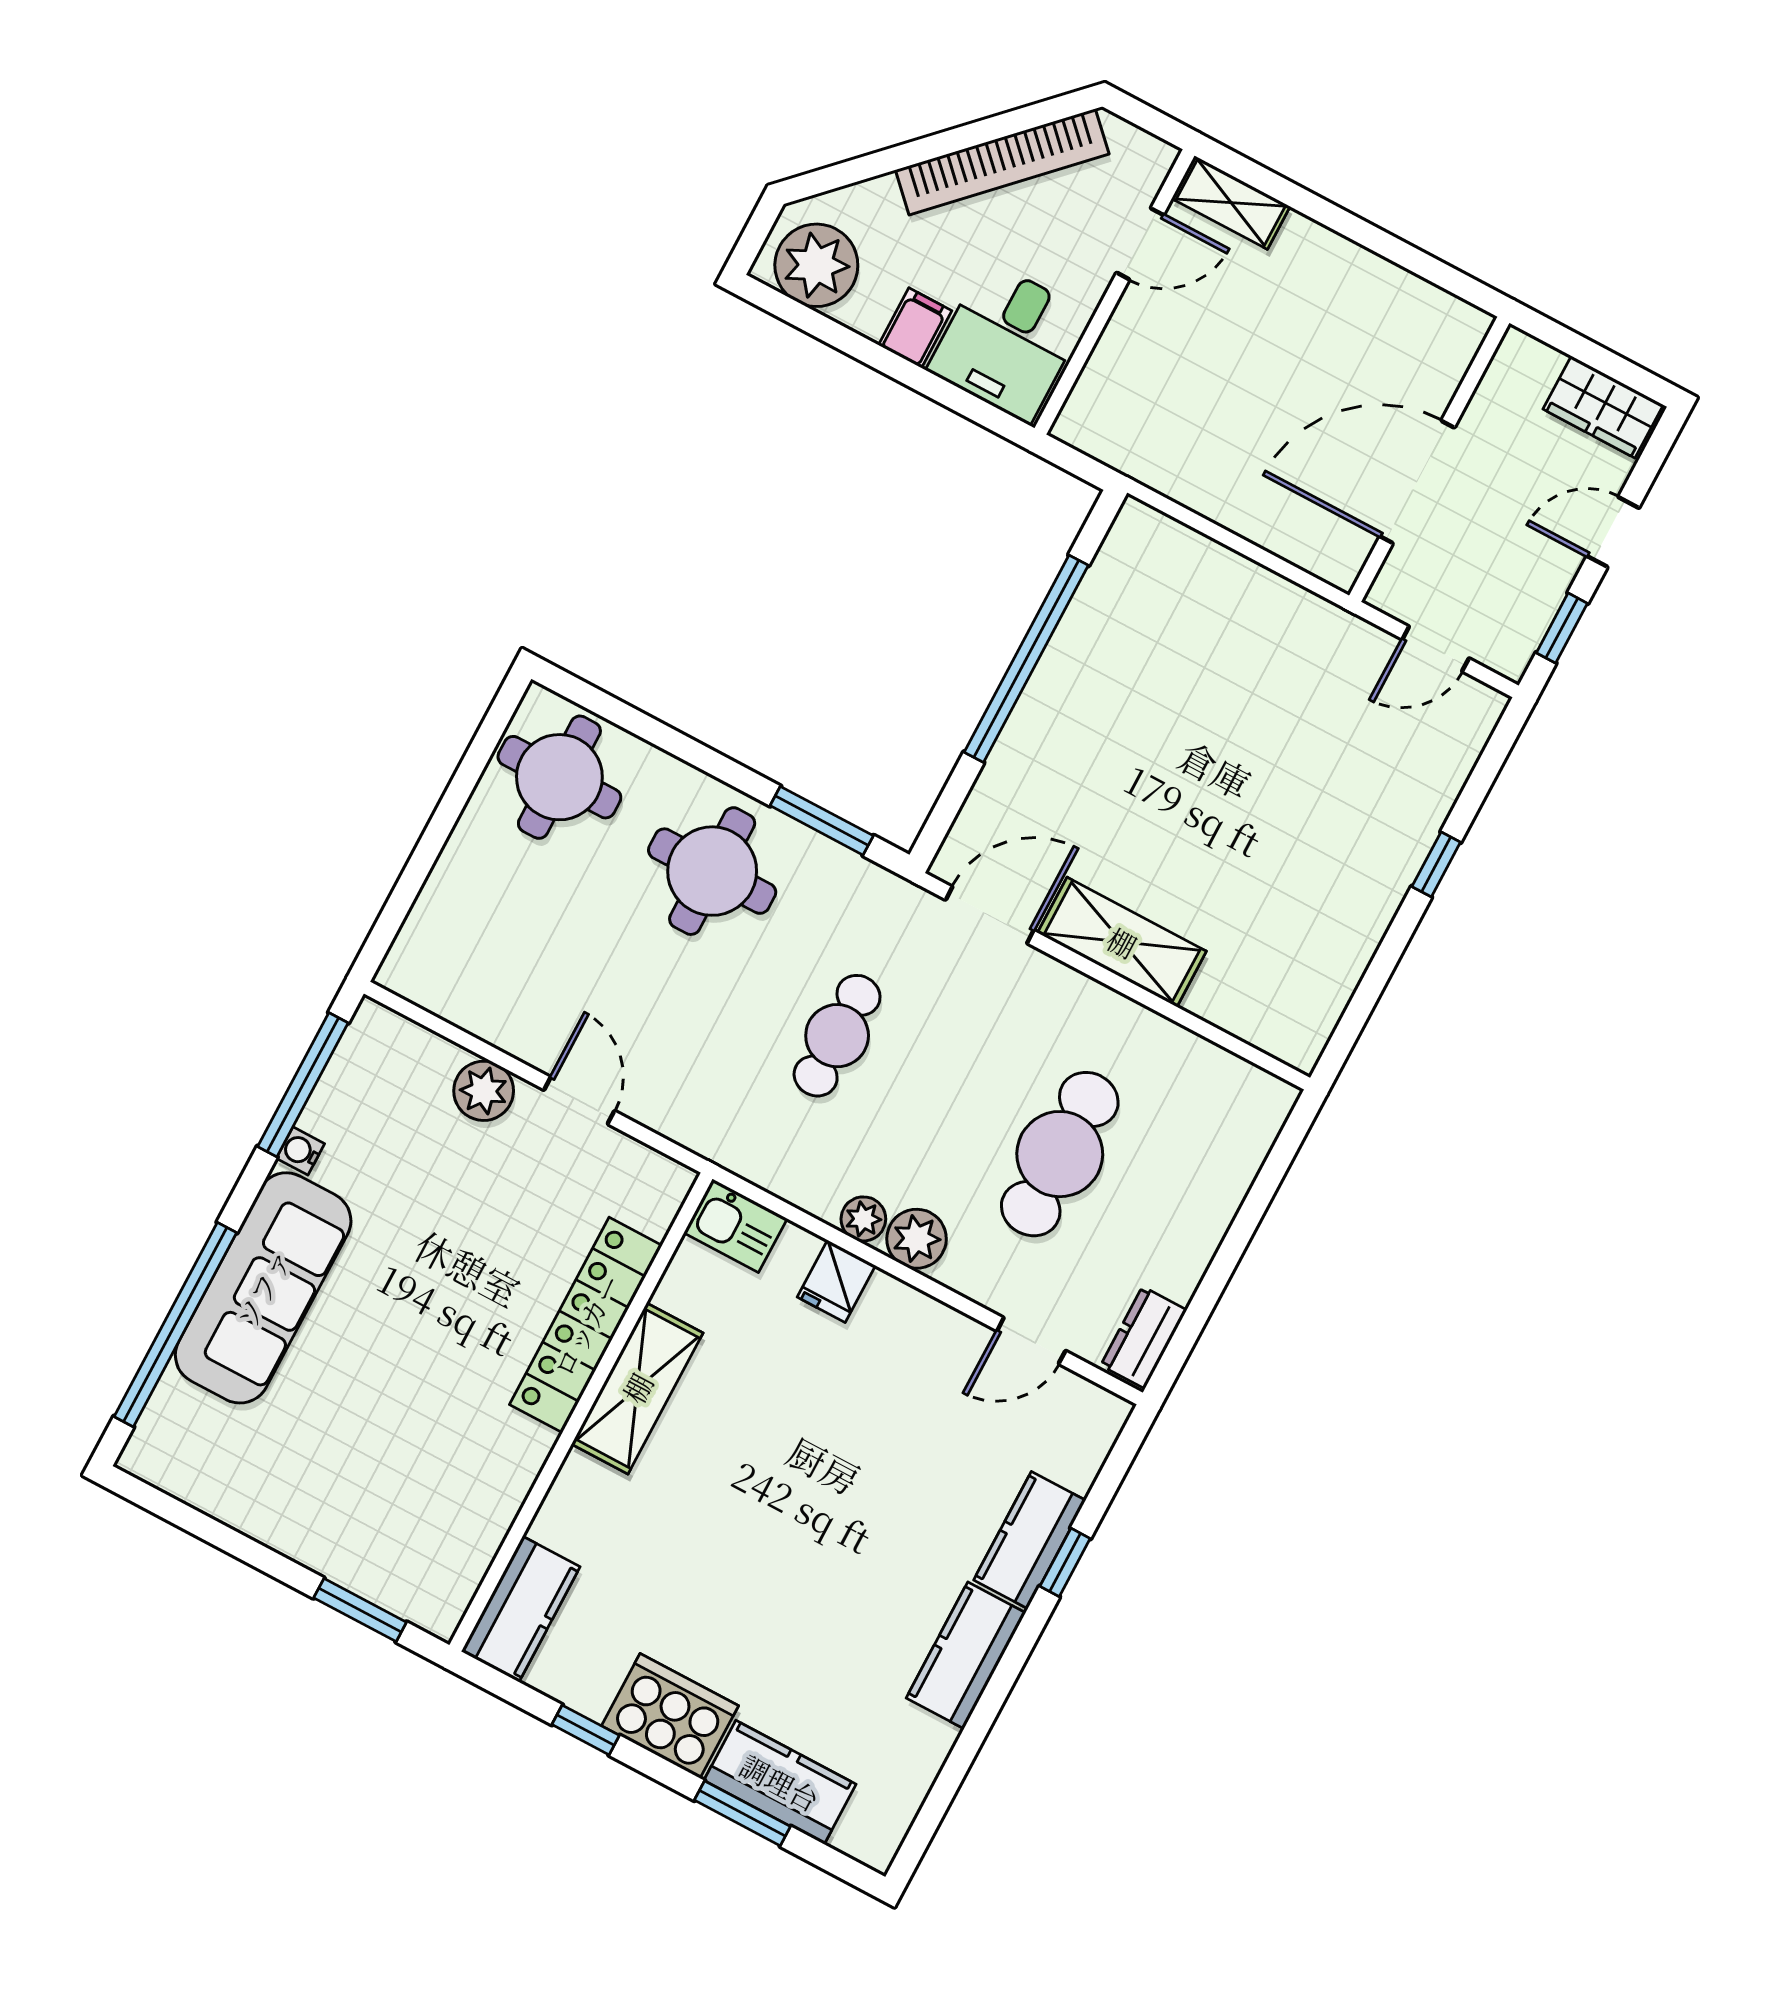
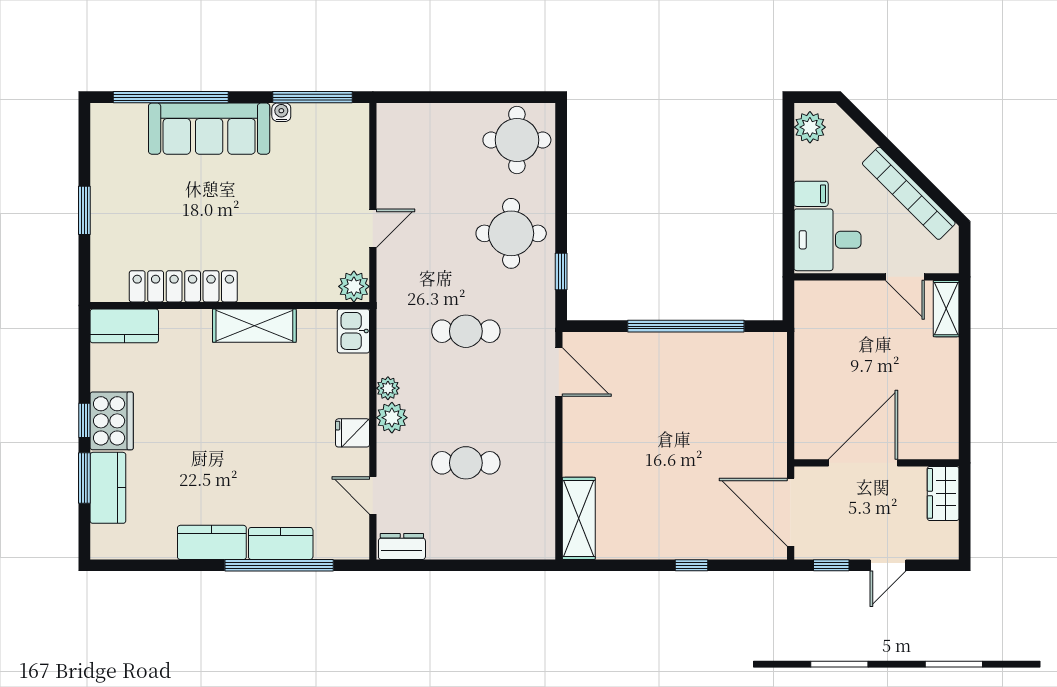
plant: (816, 265) -> (810, 127), width x0.73, depth x0.73
wardrobe: (1603, 407) -> (943, 493), moved
door: (1417, 482) -> (863, 463), hinge flipped
door: (1613, 532) -> (888, 565), swing flipped
door: (1436, 649) -> (791, 512), width x1.88
window: (822, 821) -> (561, 271), width x0.67
shelving: (1122, 942) -> (579, 518), moved
plant: (484, 1091) -> (354, 286), moved
cafe table: (1060, 1154) -> (466, 463), width x0.73, depth x0.74
fridge: (836, 1281) -> (353, 433), moved
locker: (586, 1325) -> (183, 286), moved
window: (1065, 1562) -> (279, 565), width x3.17
window: (360, 1610) -> (84, 210), moved
window: (586, 1730) -> (84, 420), moved

